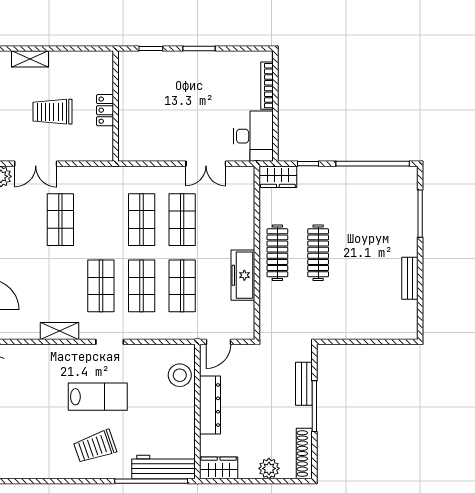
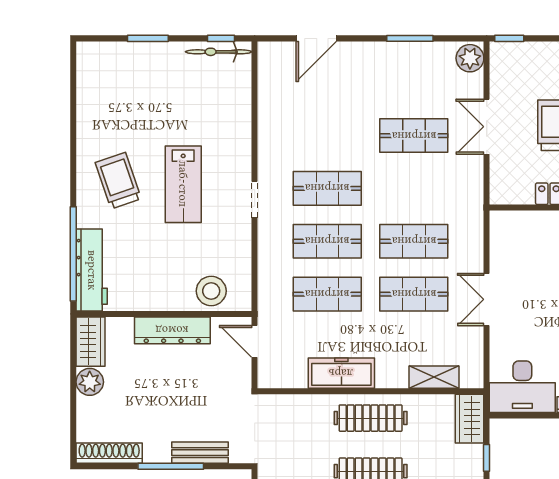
double door: (36, 164) -> (487, 127), moved
double door: (206, 164) -> (487, 299), moved
shelving: (59, 331) -> (434, 377), moved, turned 90
plant: (269, 468) -> (90, 382), moved

